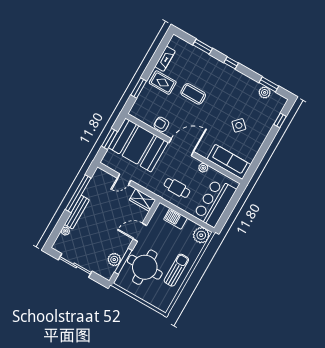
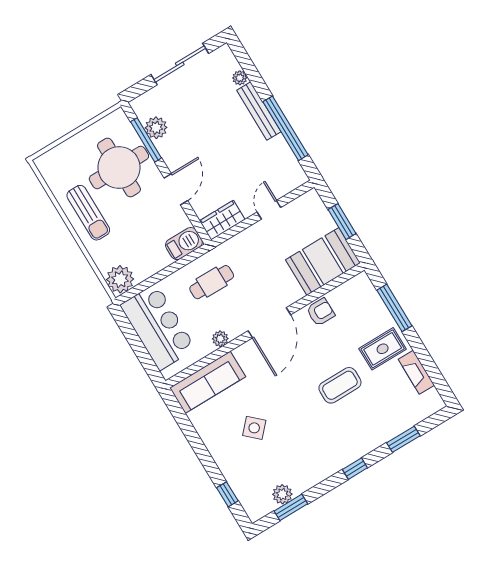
window: (139, 88) -> (394, 308), width x1.44
booth: (138, 145) -> (323, 261), width x0.73, depth x0.70
barbecue: (176, 219) -> (184, 244), moved

